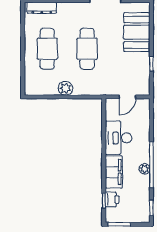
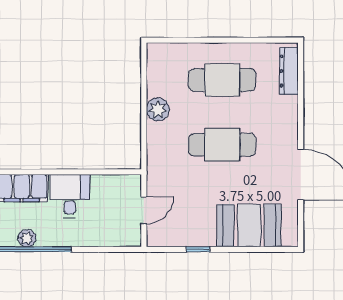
door: (127, 97) -> (144, 210), swing flipped
desk: (119, 138) -> (70, 196), width x0.73

